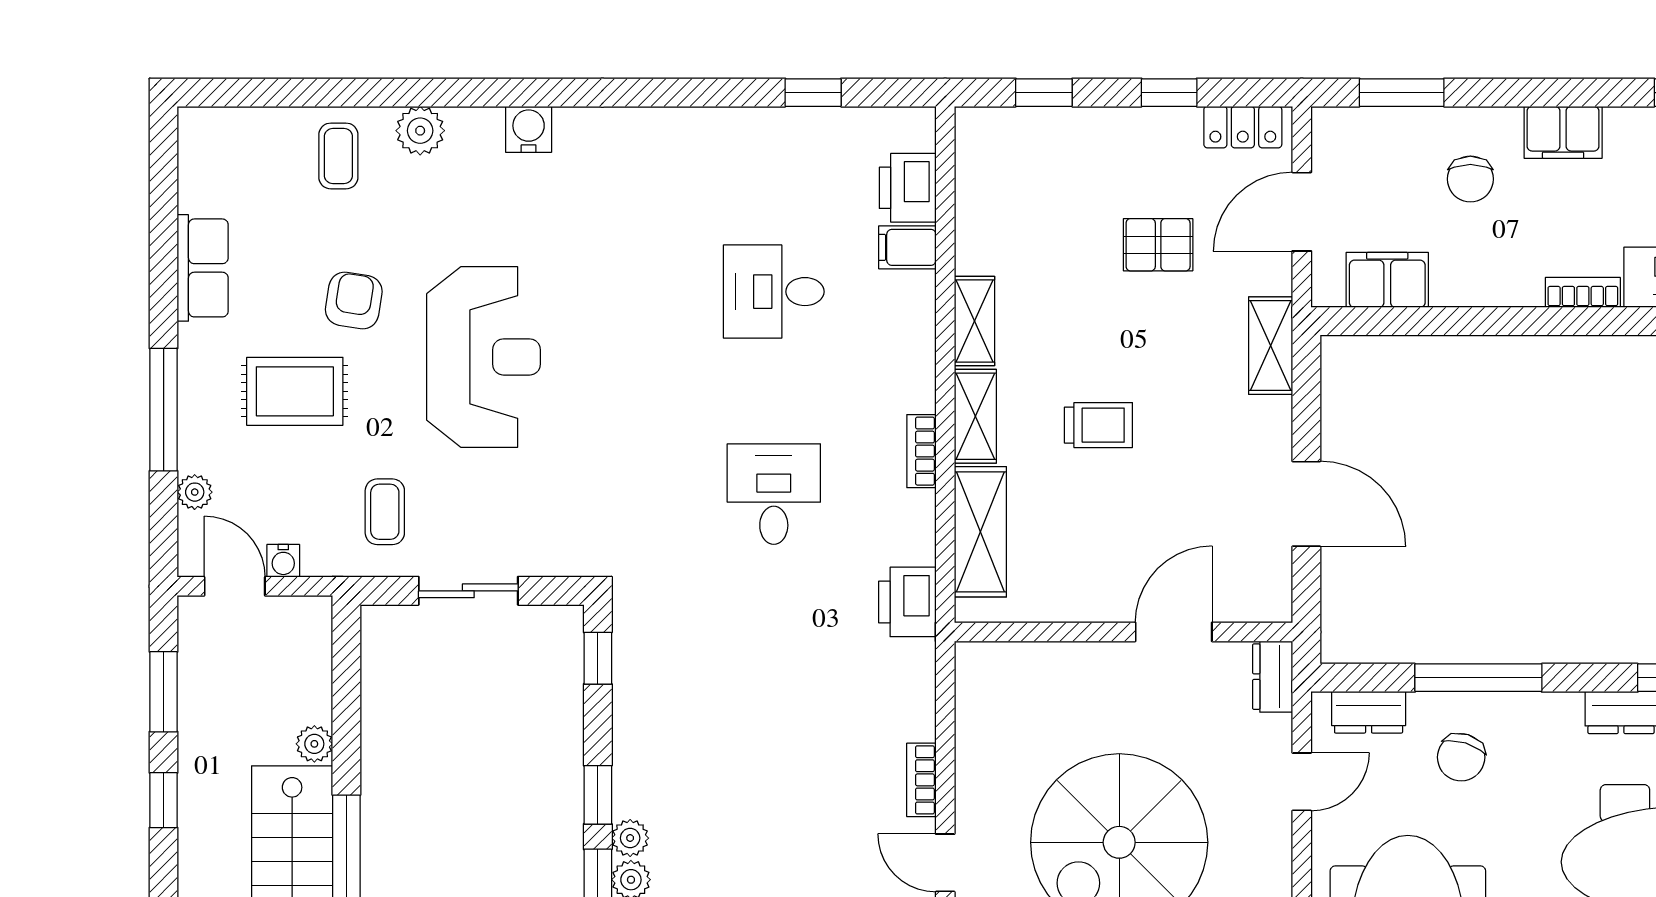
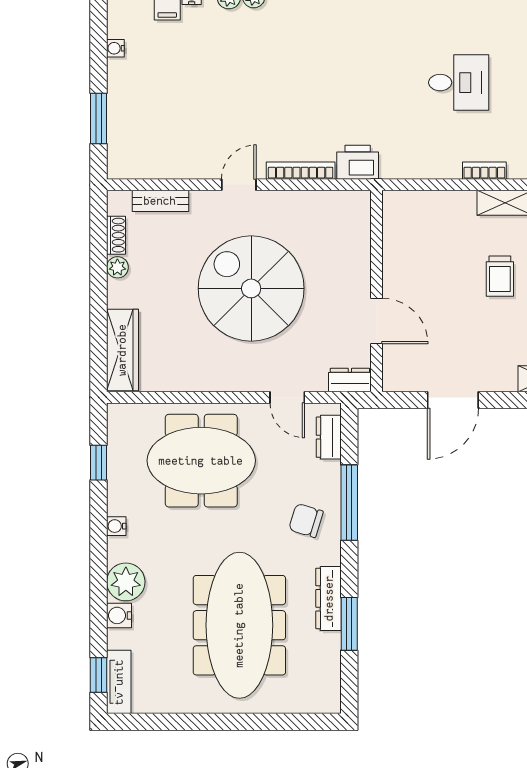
shelving: (980, 532) -> (436, 206), removed
printer: (907, 602) -> (358, 162), moved
chair: (1461, 757) -> (306, 520), moved
bookcase: (921, 780) -> (301, 171), width x1.56

